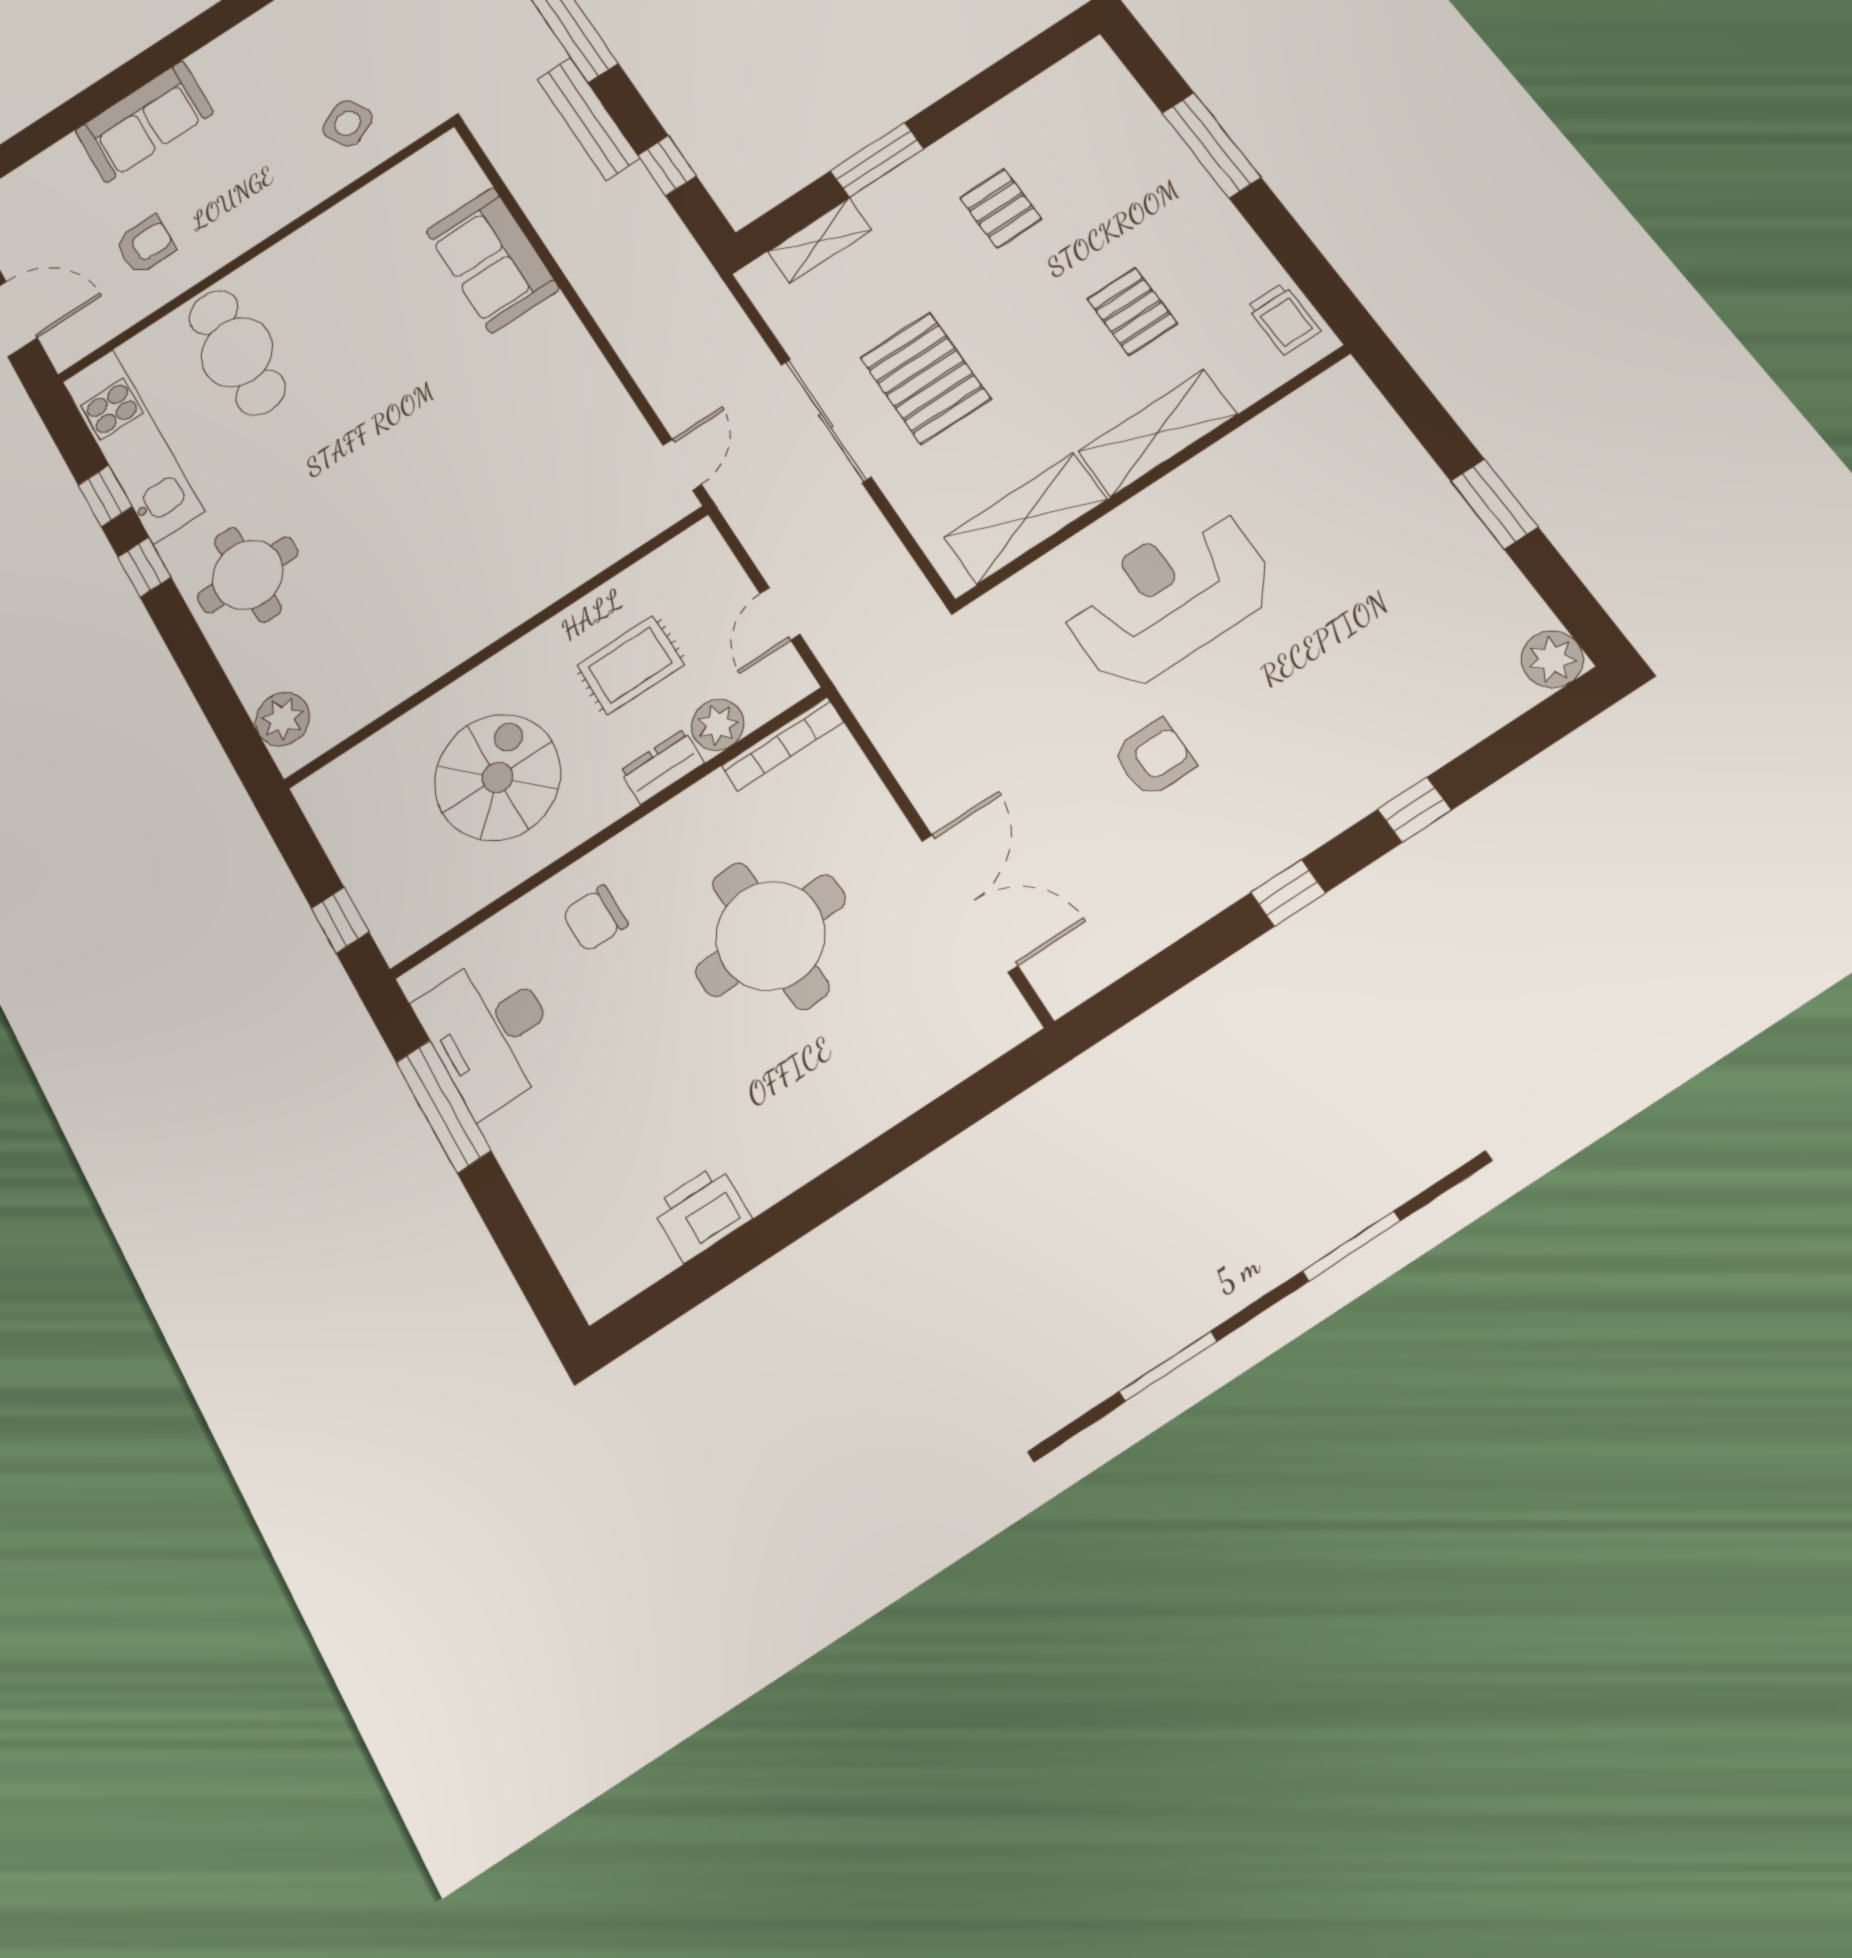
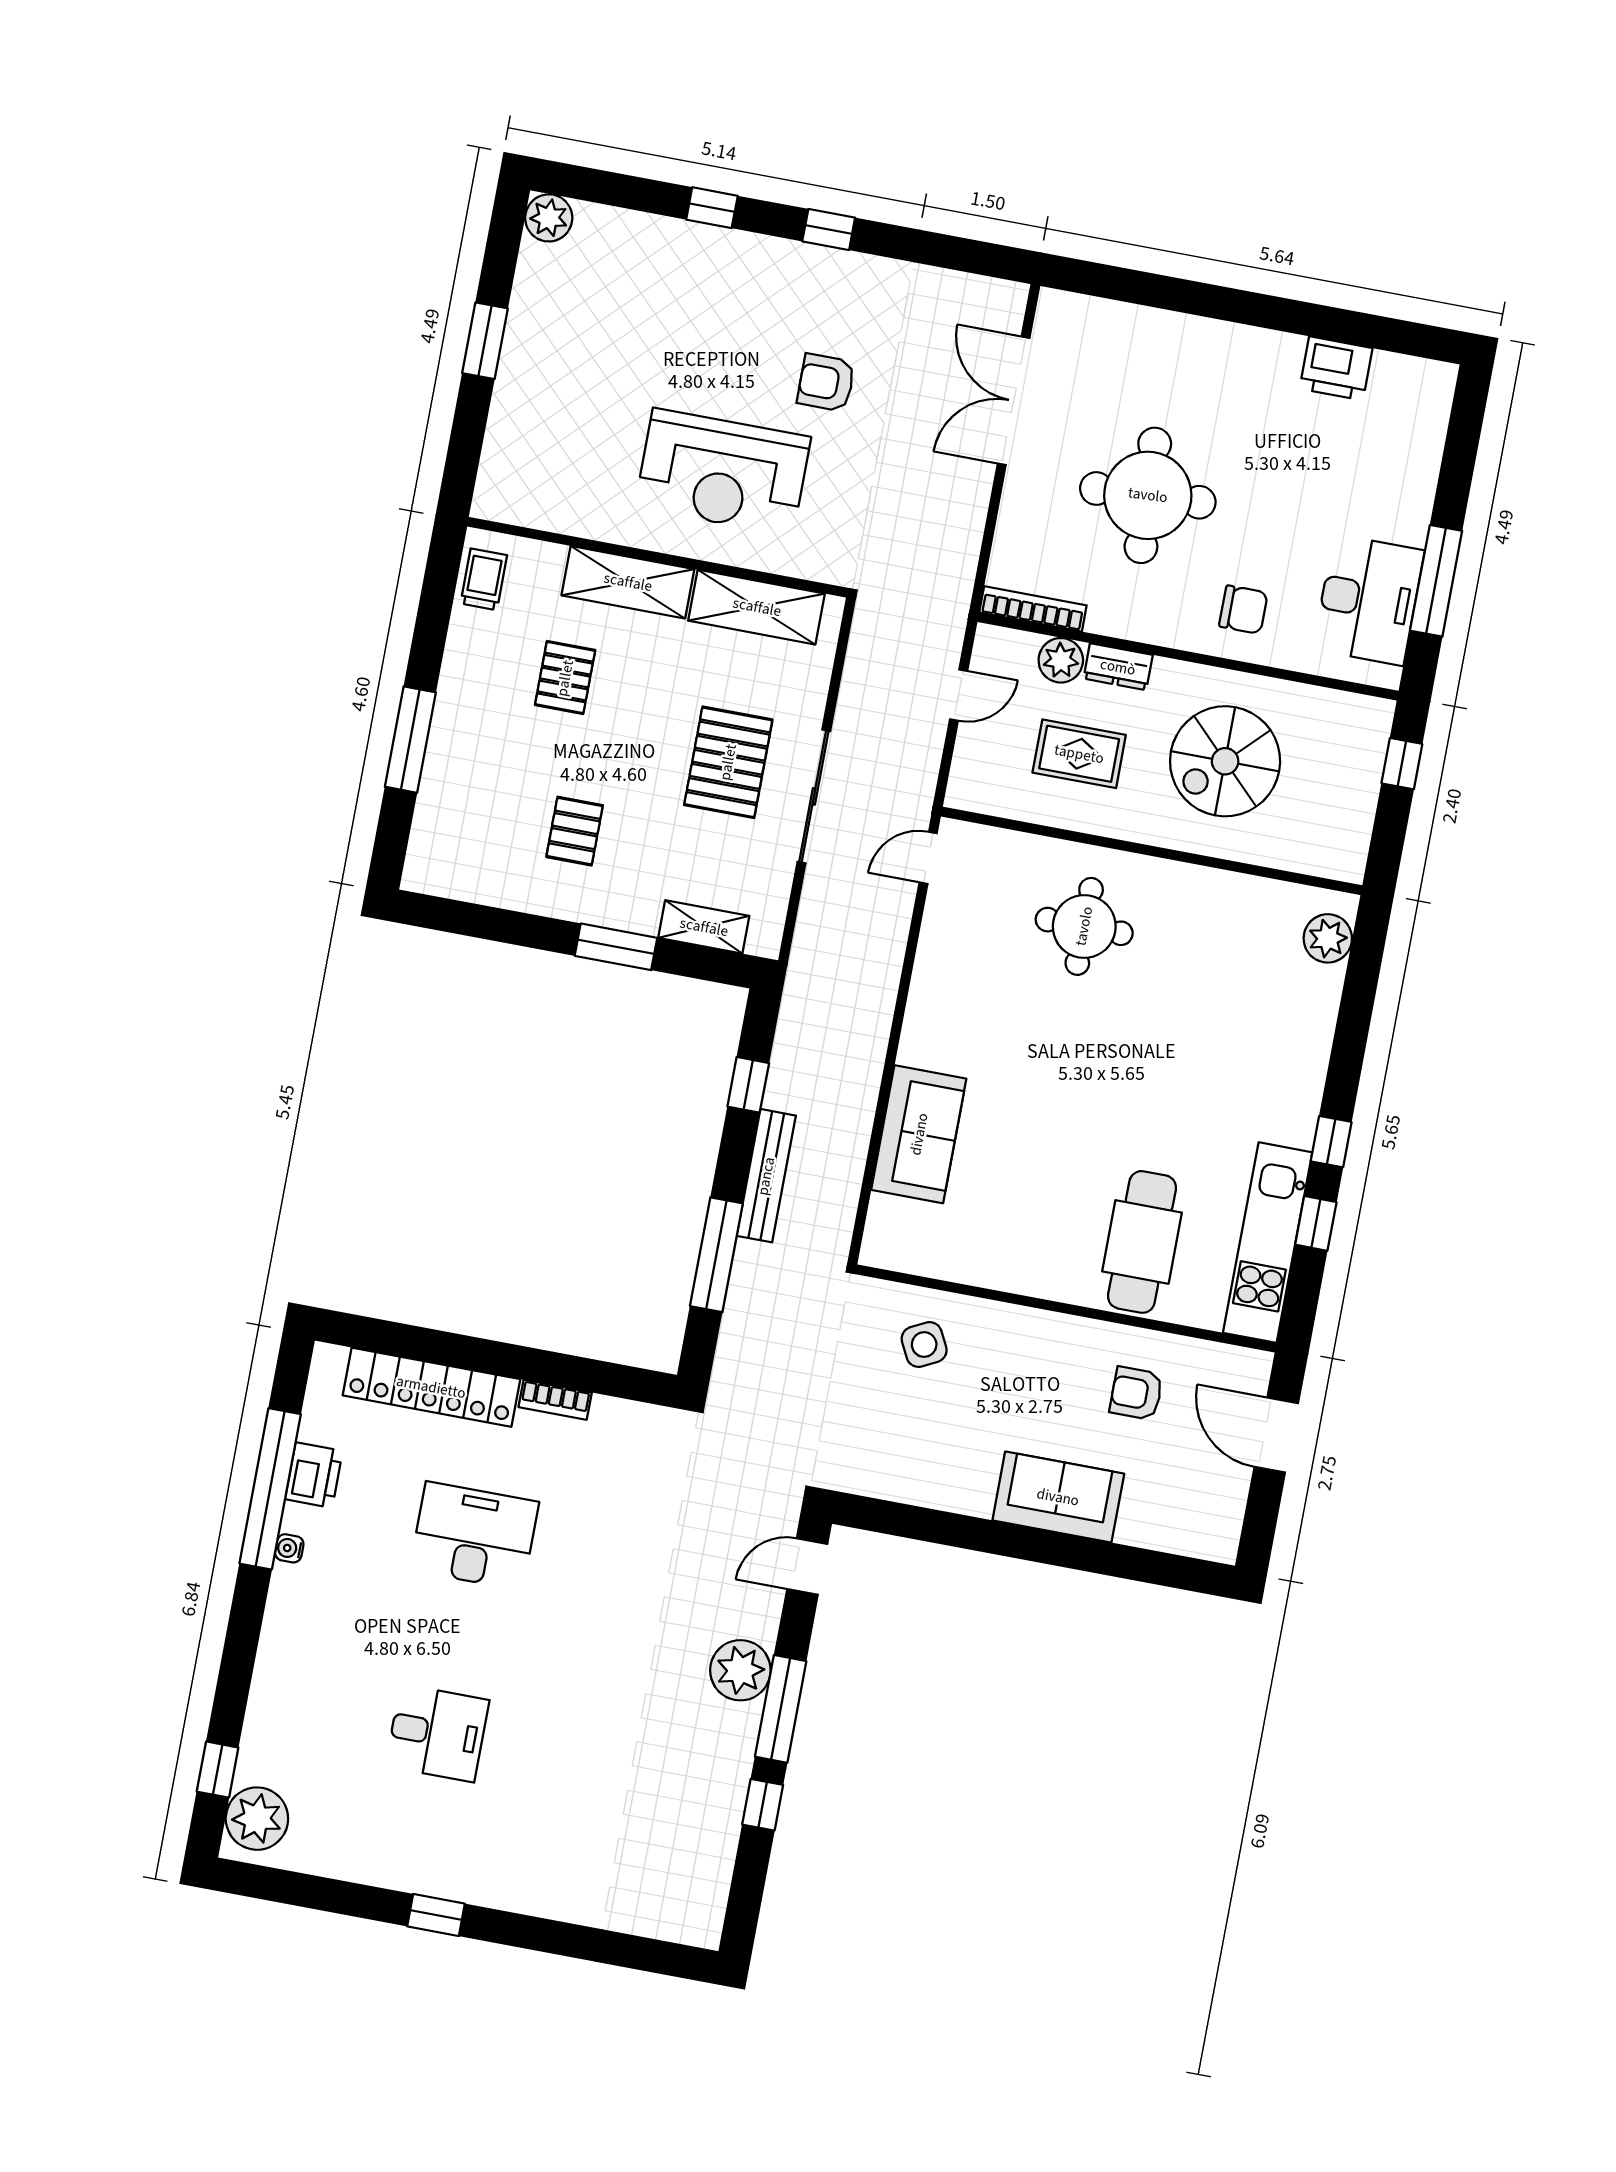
round table: (248, 575) -> (1084, 926), moved

